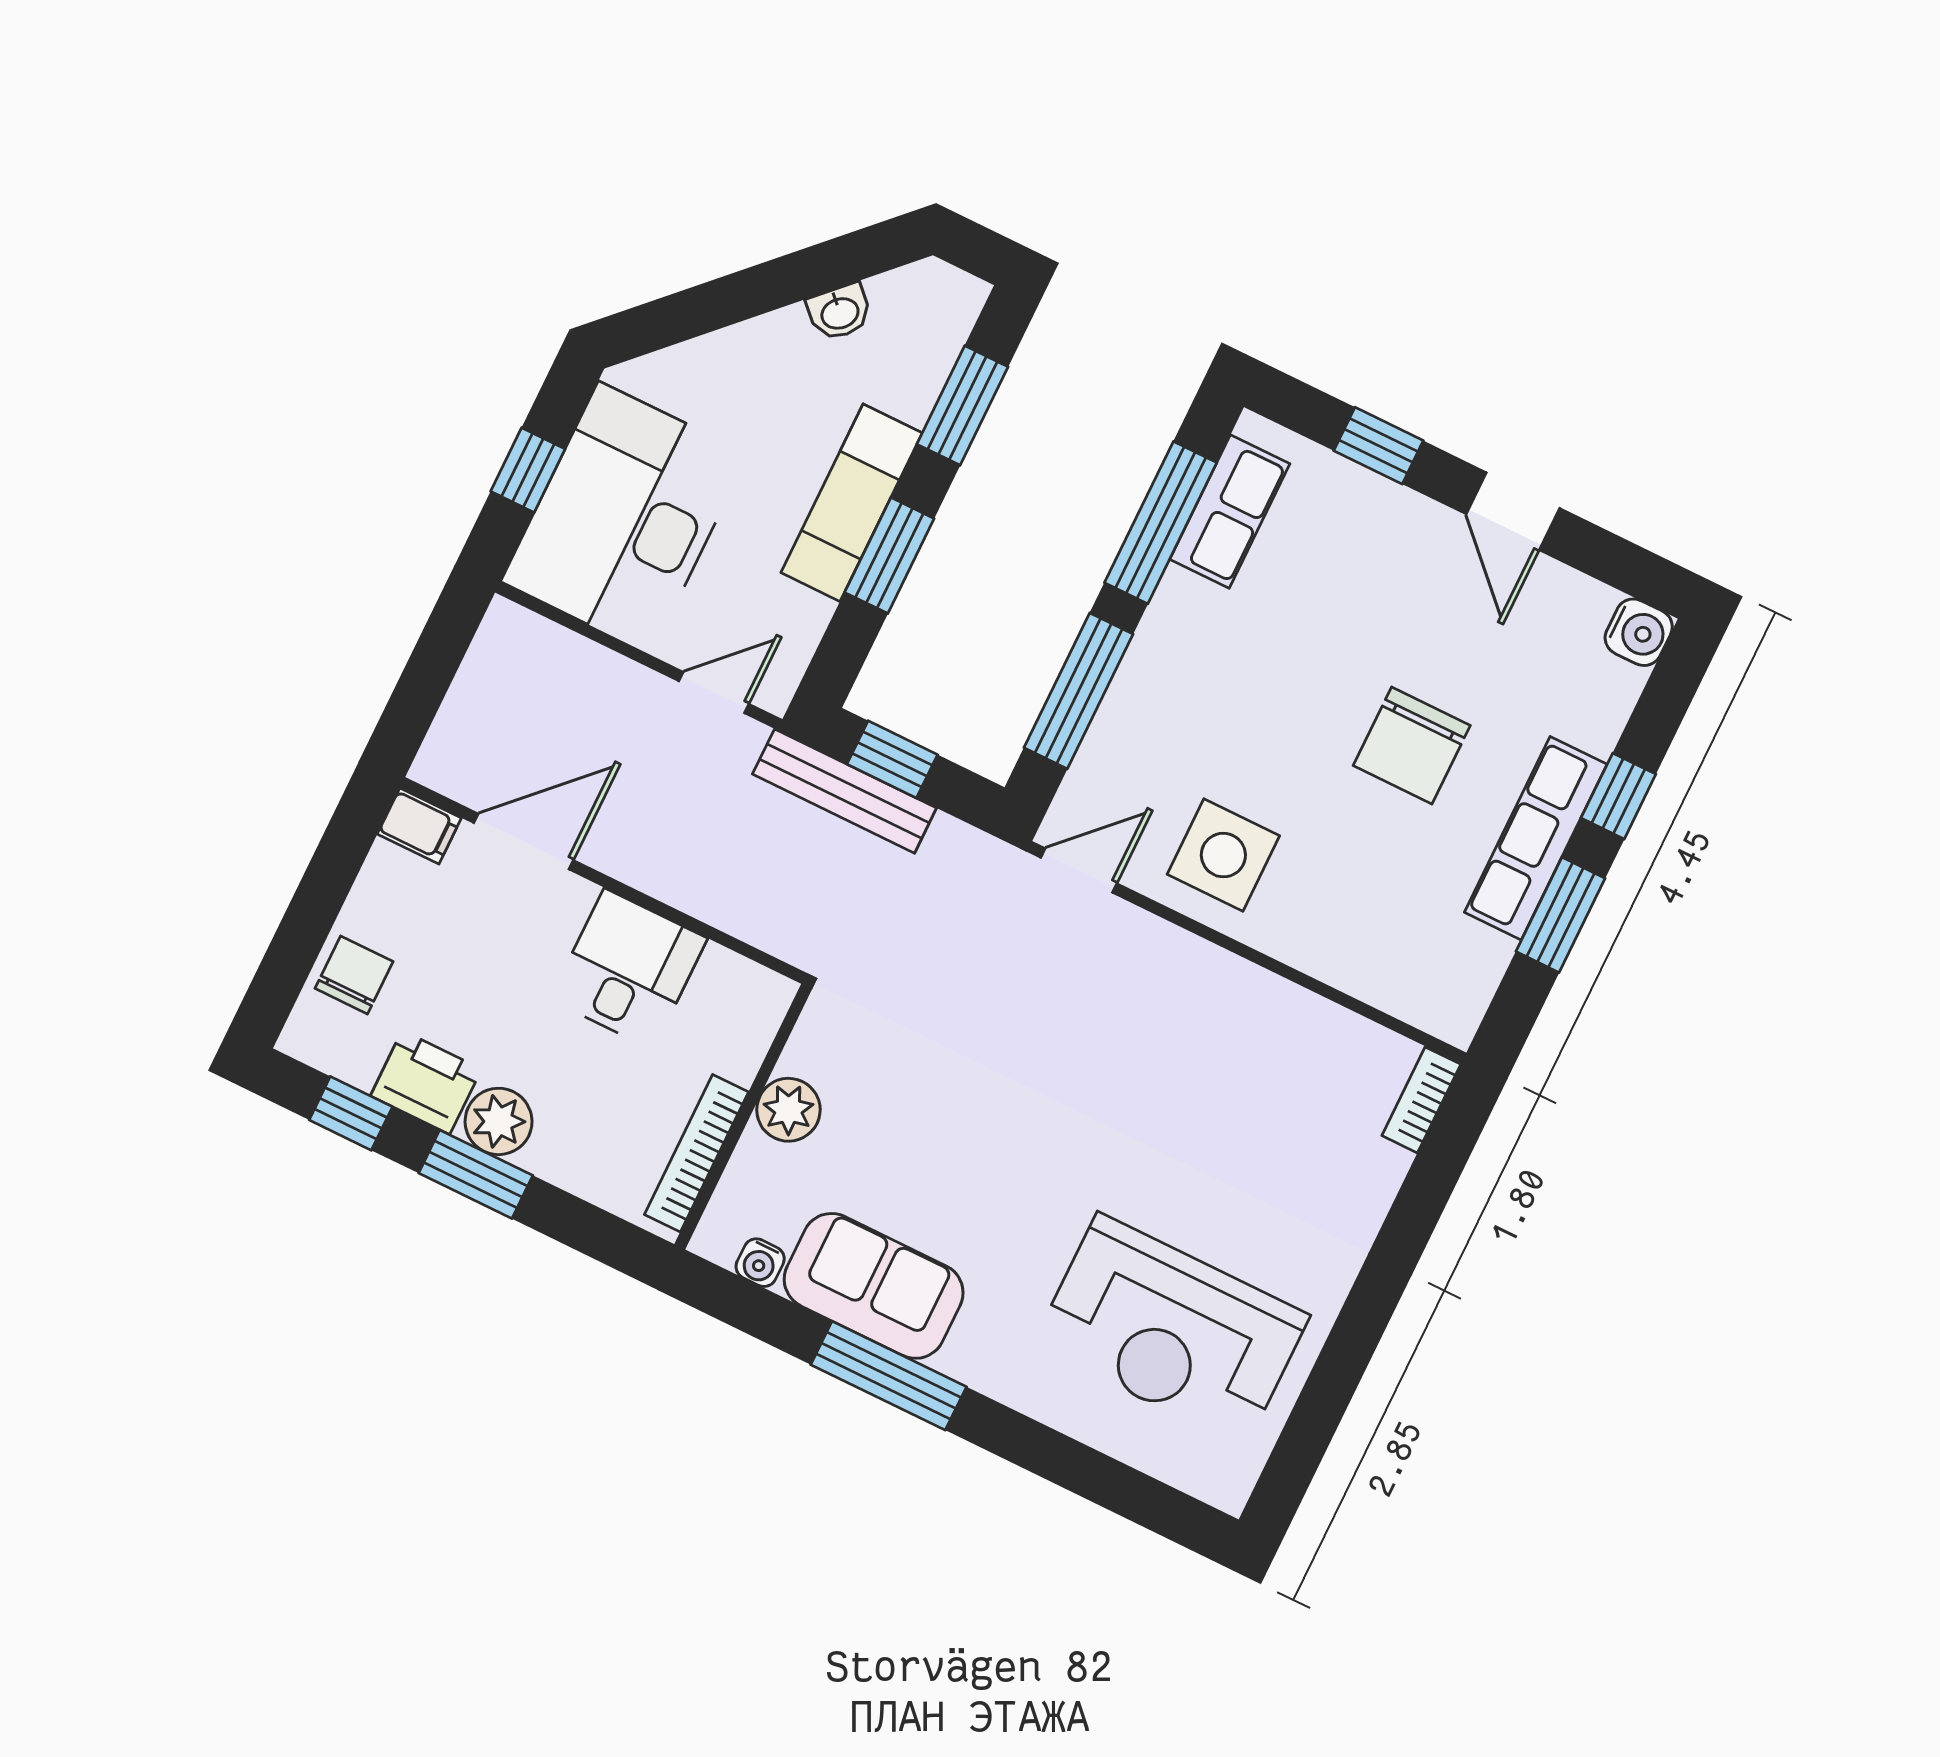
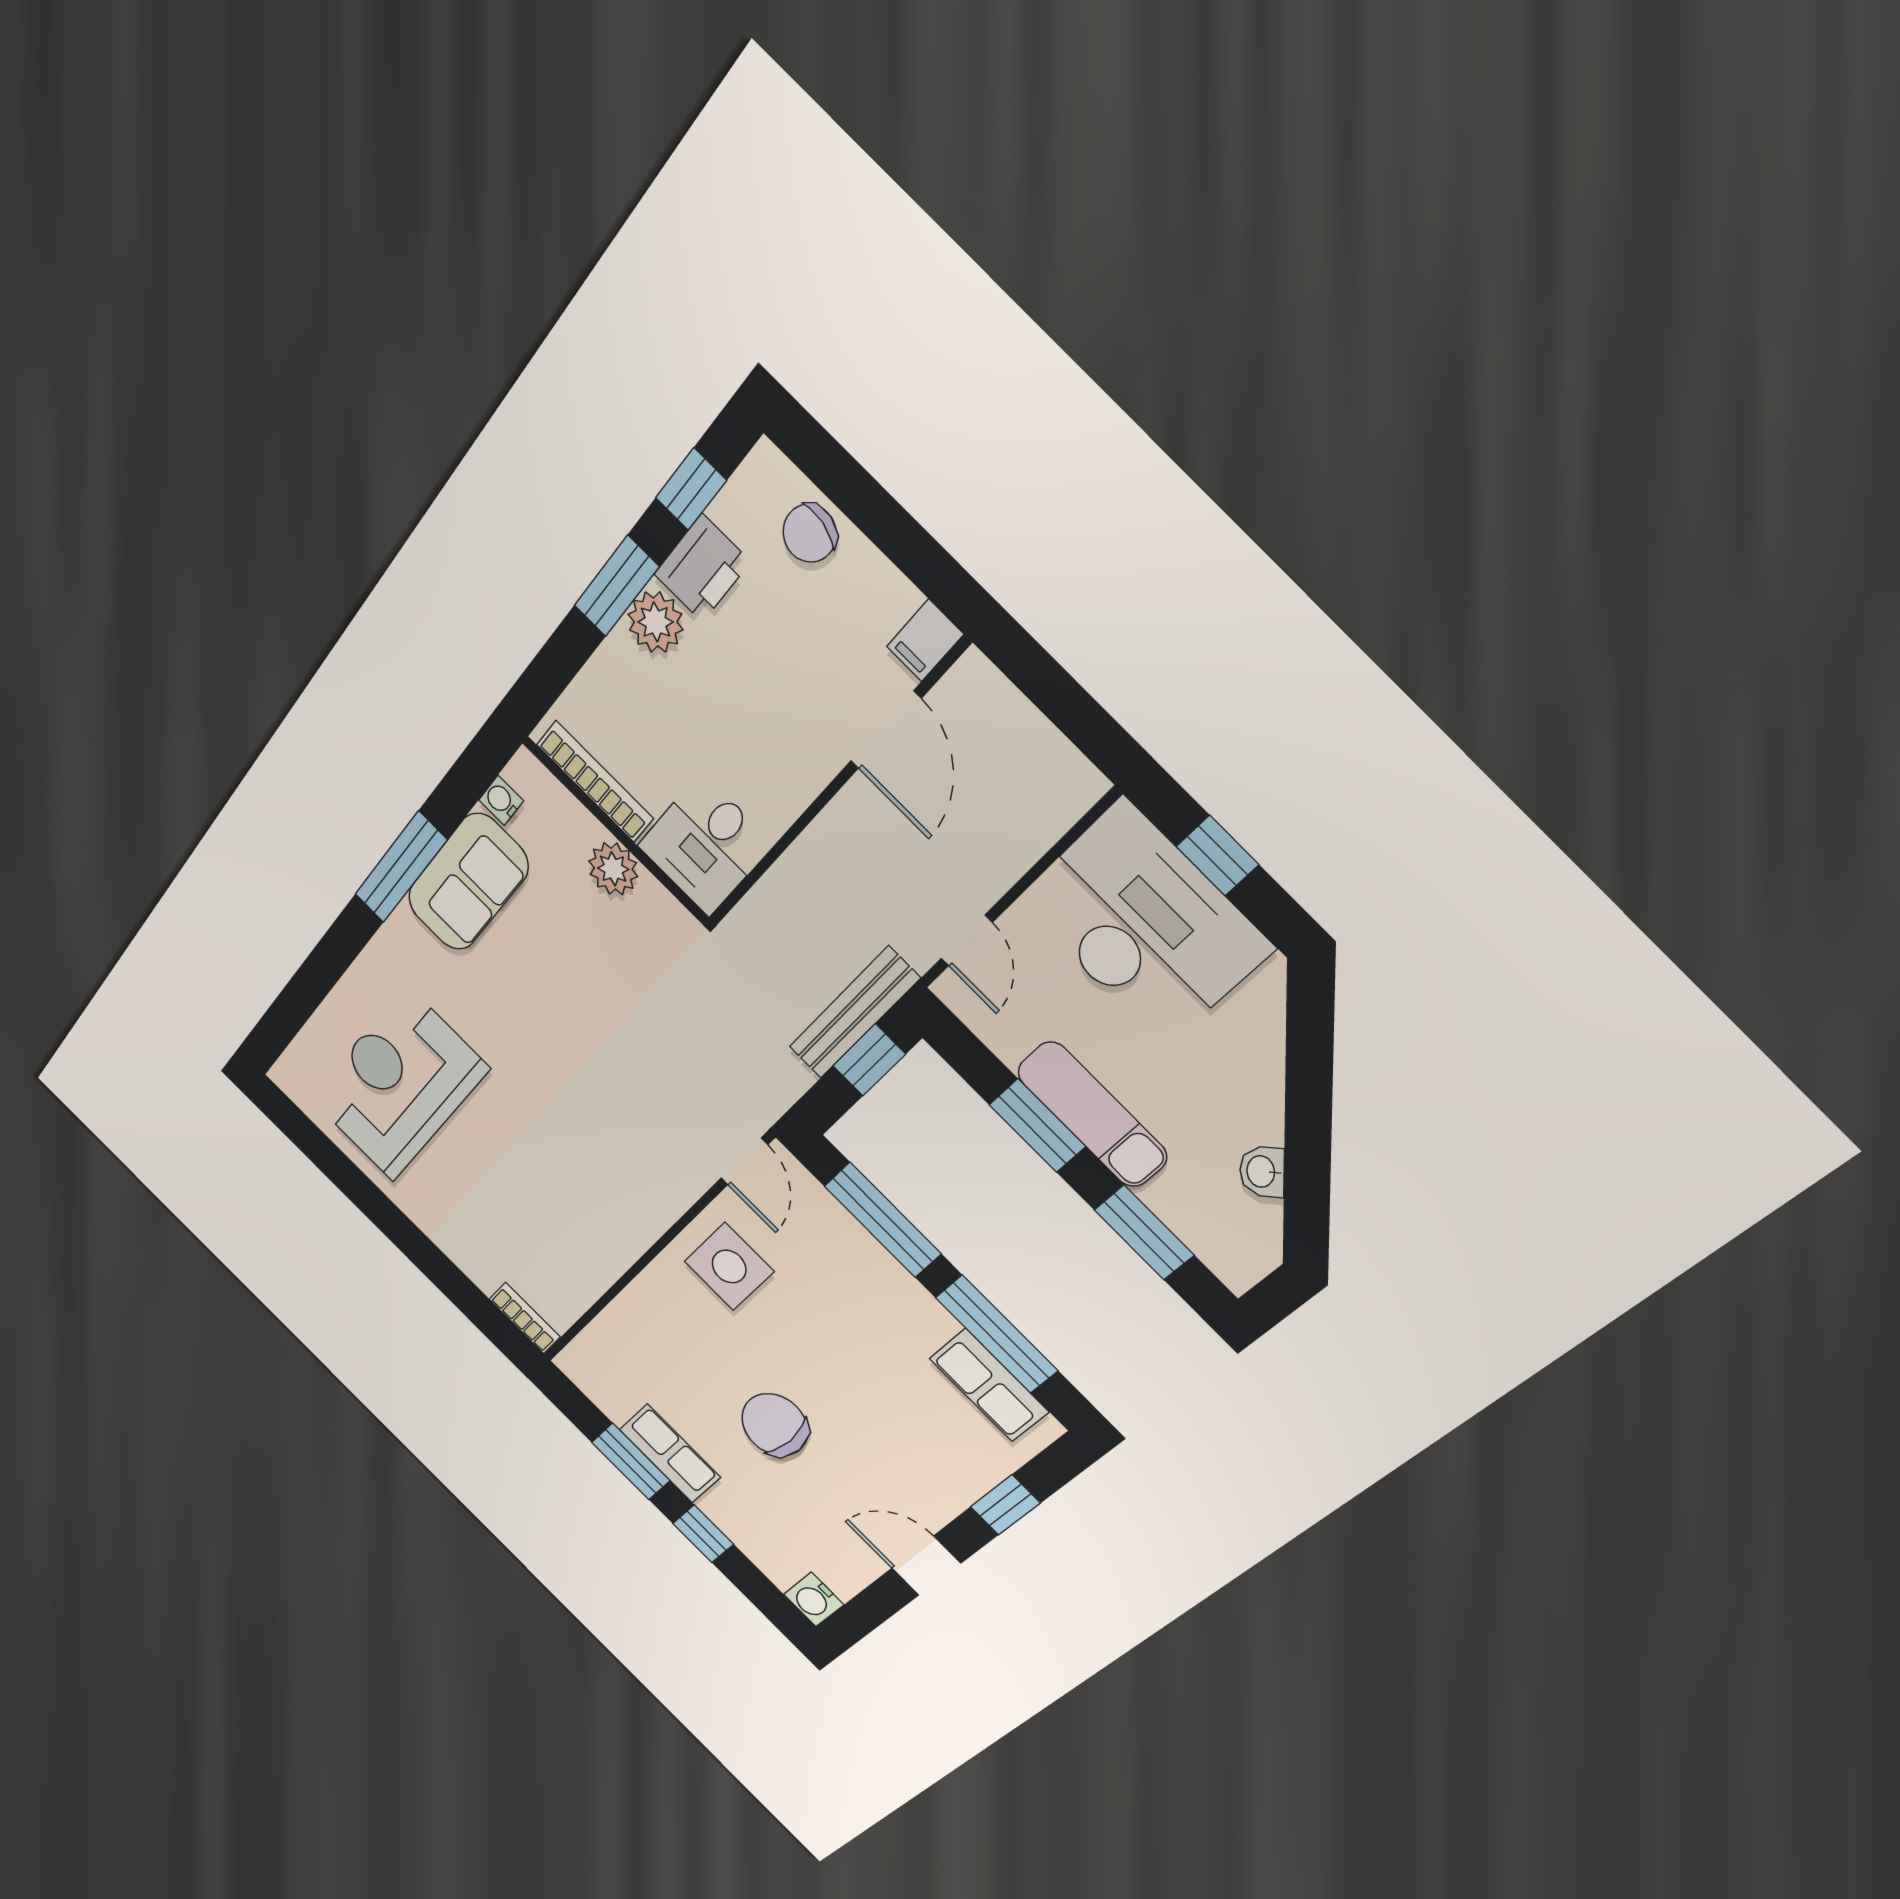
row of seats: (1536, 838) -> (670, 1453), width x0.68
desk: (629, 969) -> (705, 845), moved, turned 90
chair: (354, 975) -> (810, 533), turned 102

